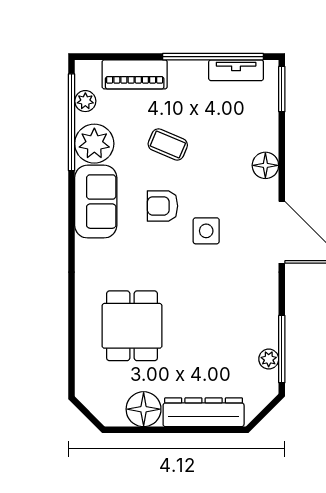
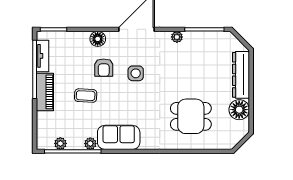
piano: (135, 74) -> (45, 92), moved
plant: (94, 144) -> (90, 144), width x0.53, depth x0.53
coffee table: (168, 145) -> (86, 96), turned 70
armchair: (163, 206) -> (104, 68), moved
plant: (269, 359) -> (177, 37), moved

